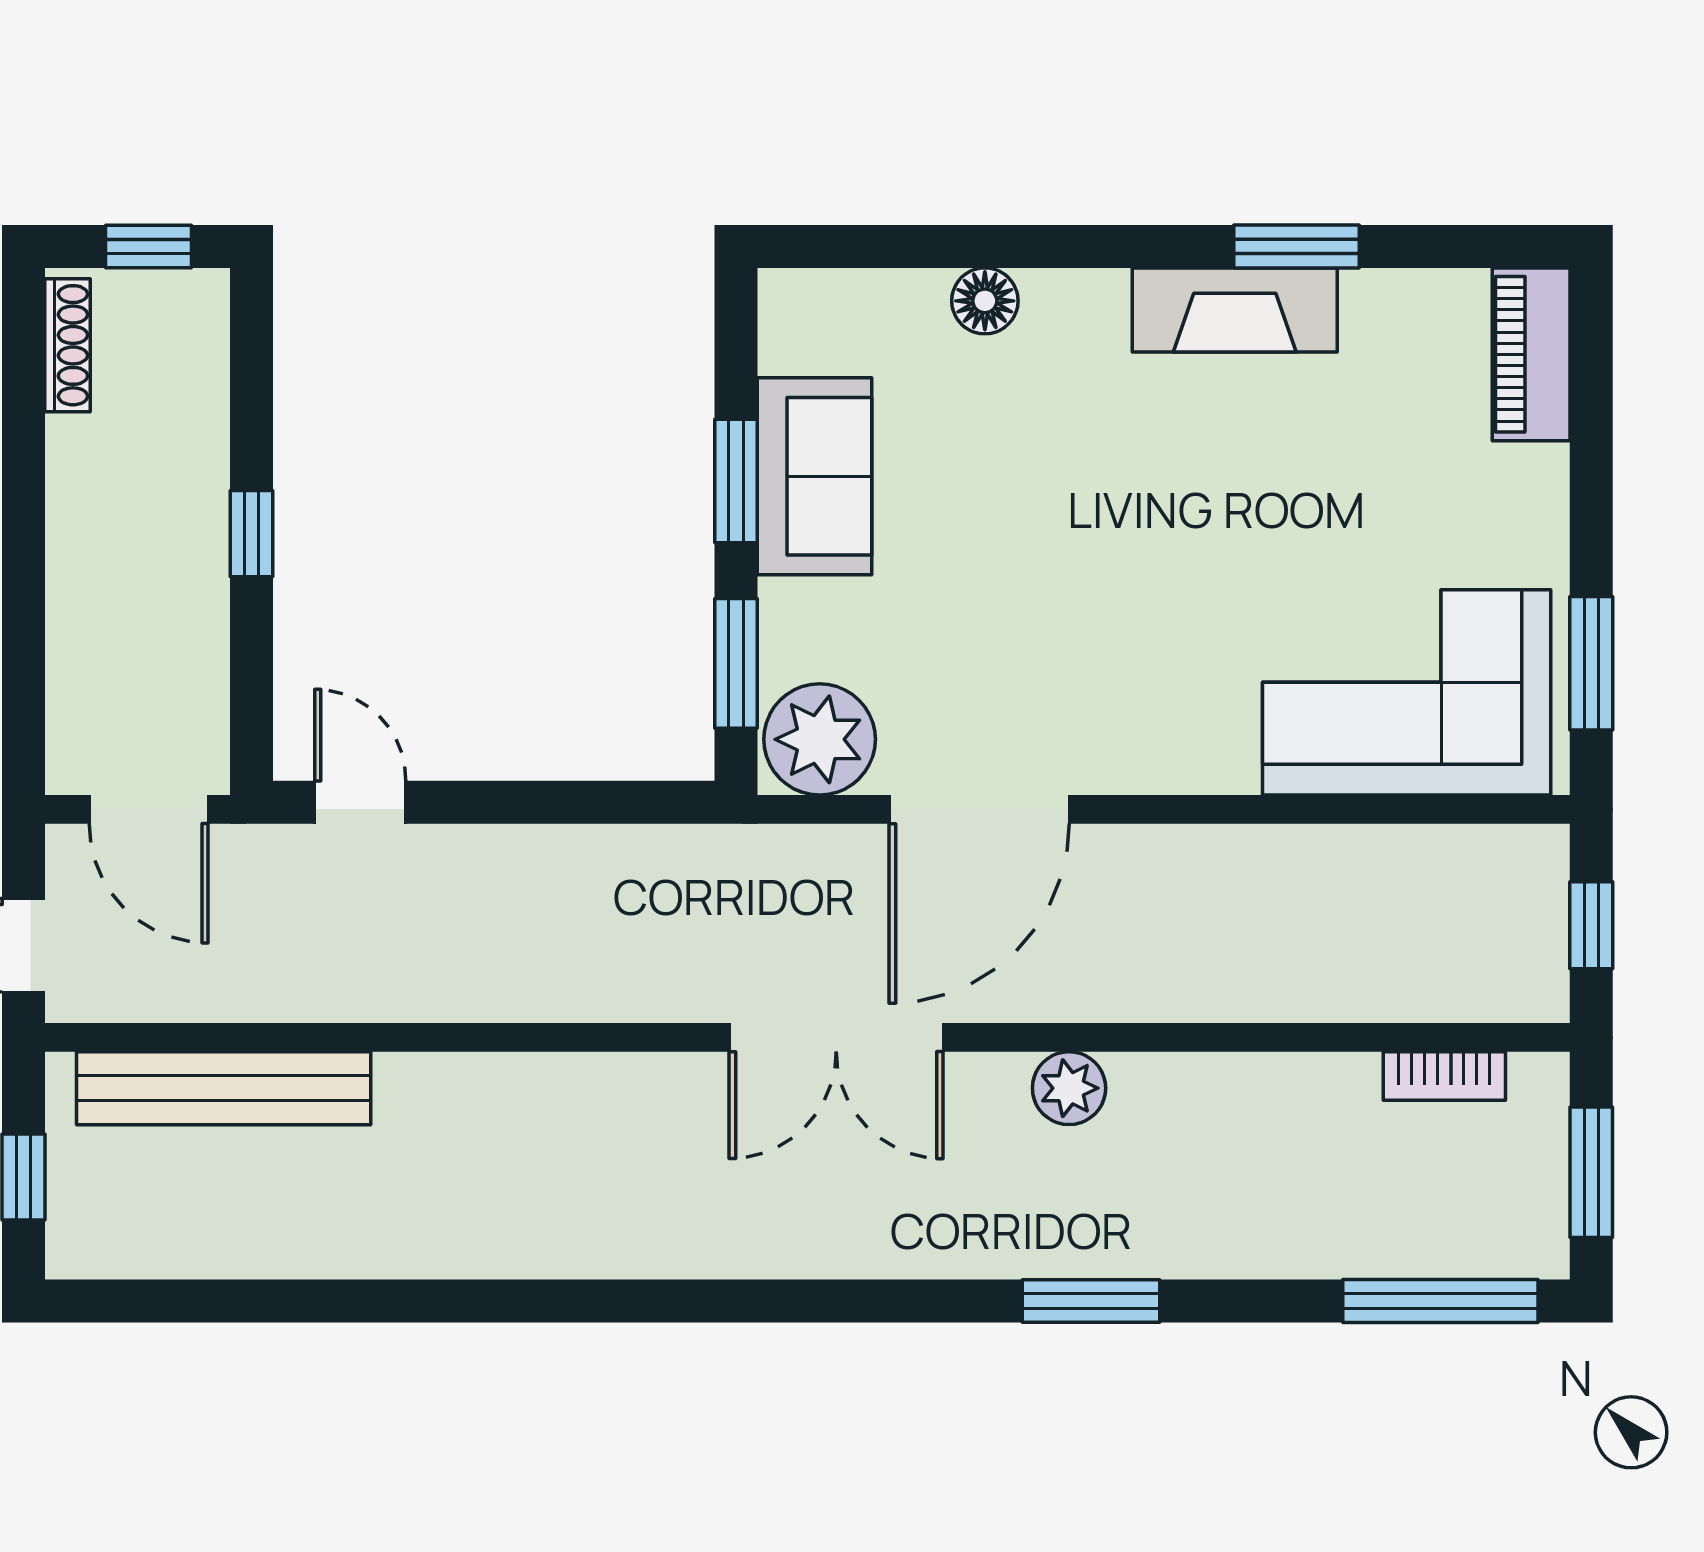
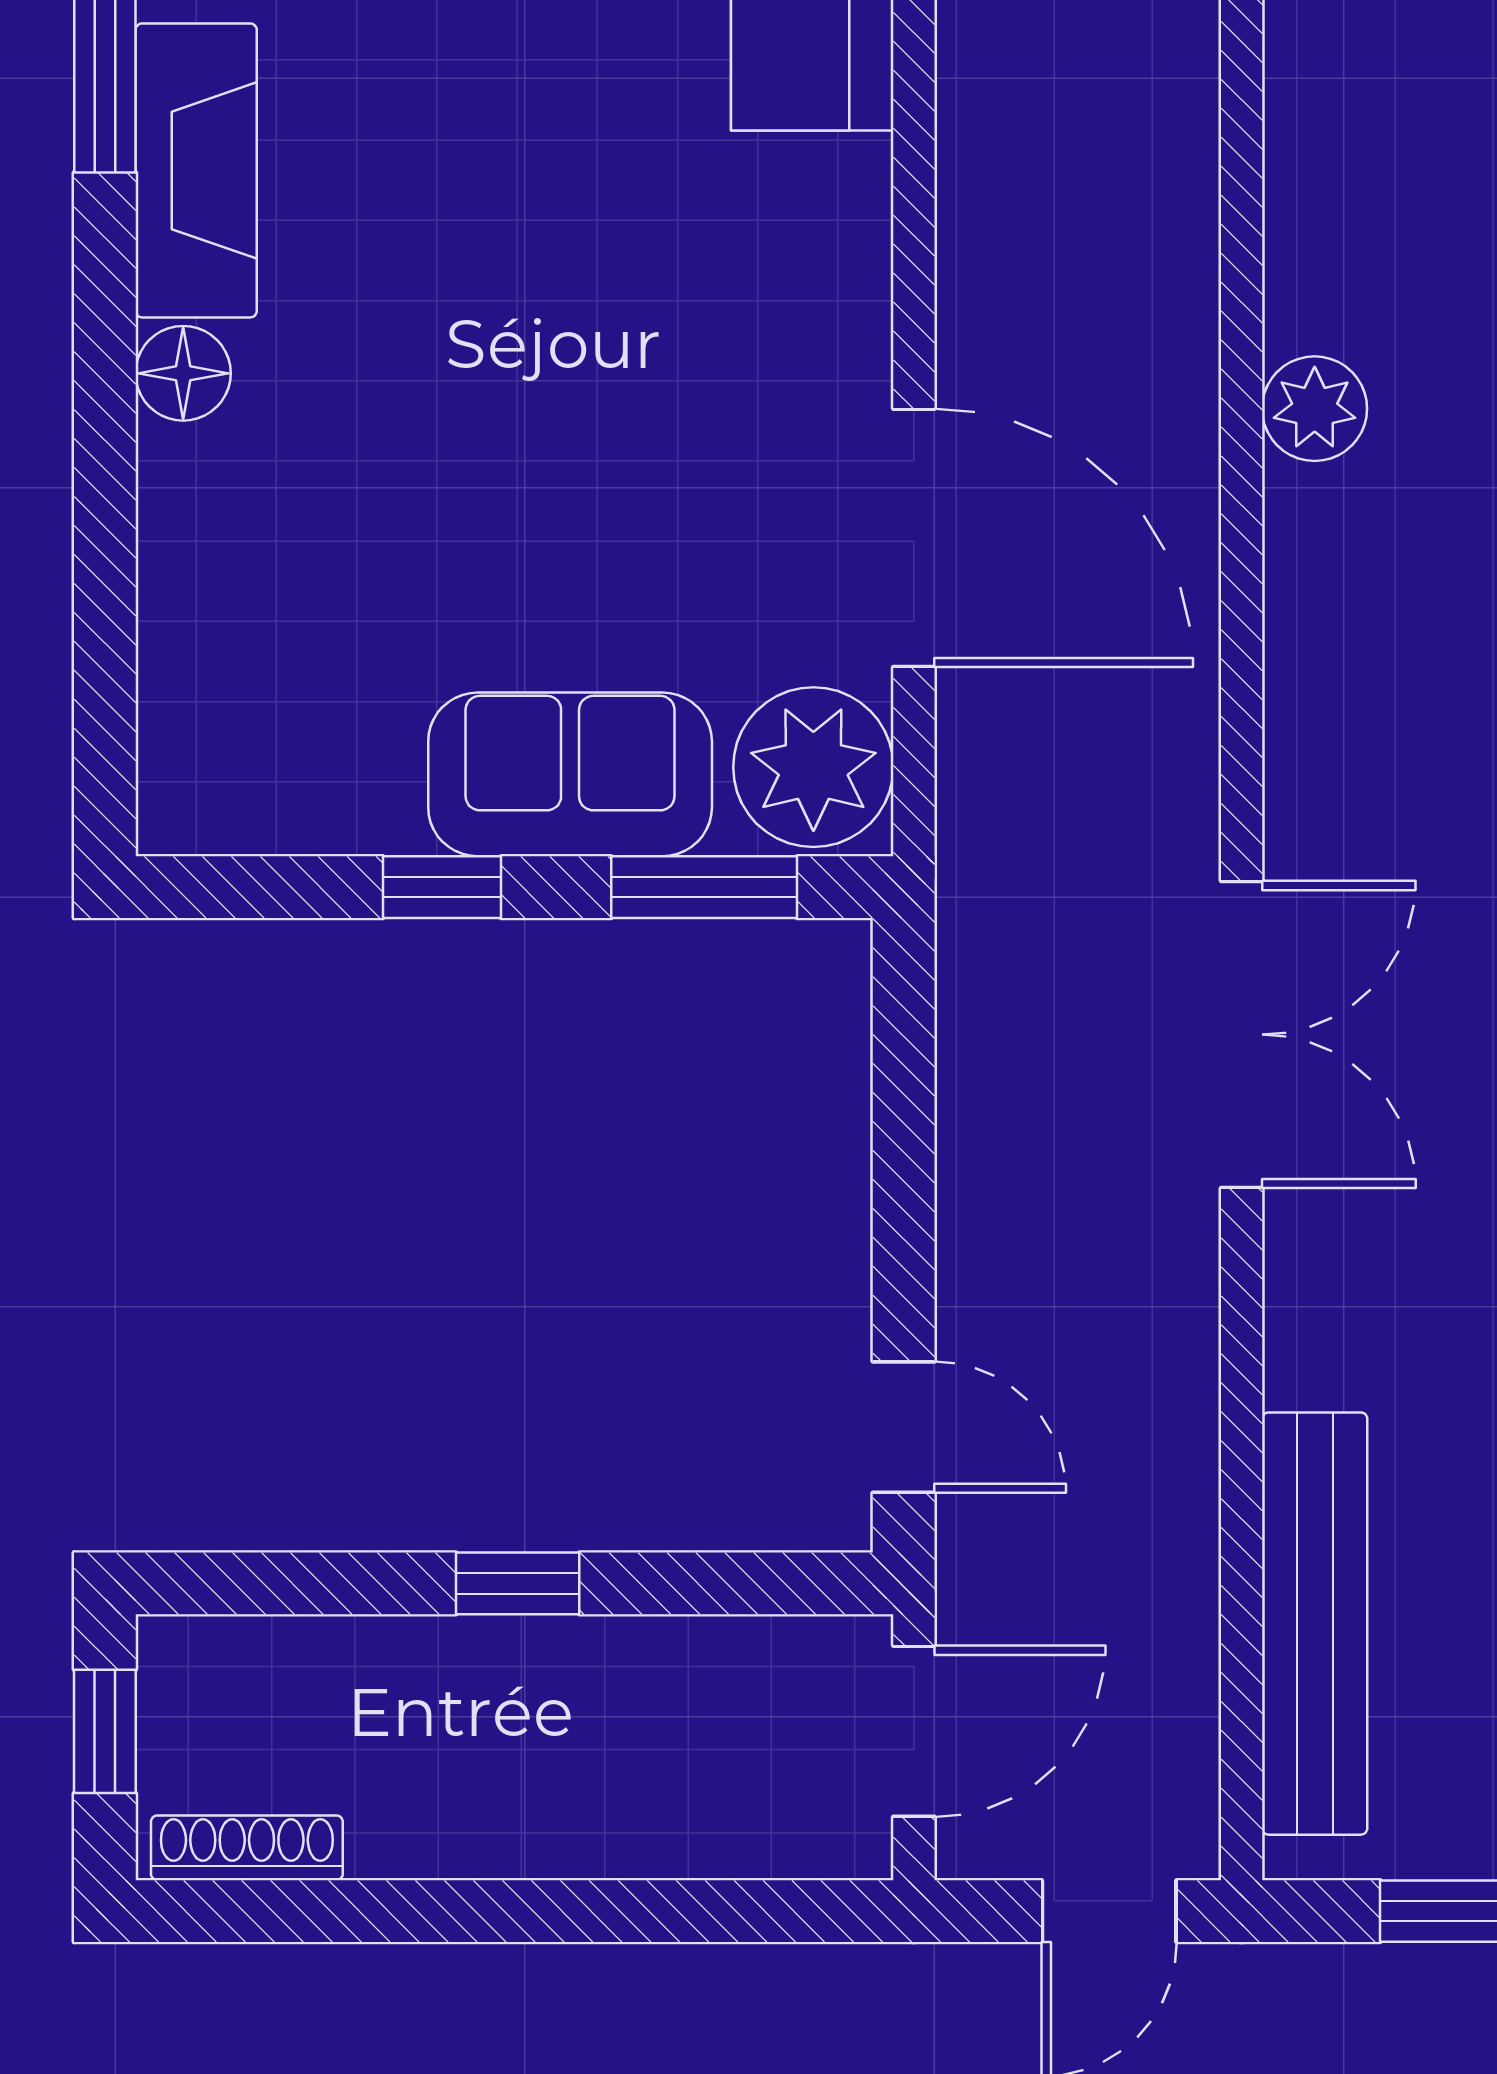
floor lamp: (985, 301) -> (183, 373), moved
sofa: (815, 476) -> (570, 774), moved
window: (736, 481) -> (442, 887), width x0.67
door: (360, 802) -> (904, 1427), swing flipped
double door: (836, 1037) -> (1242, 1034), moved

